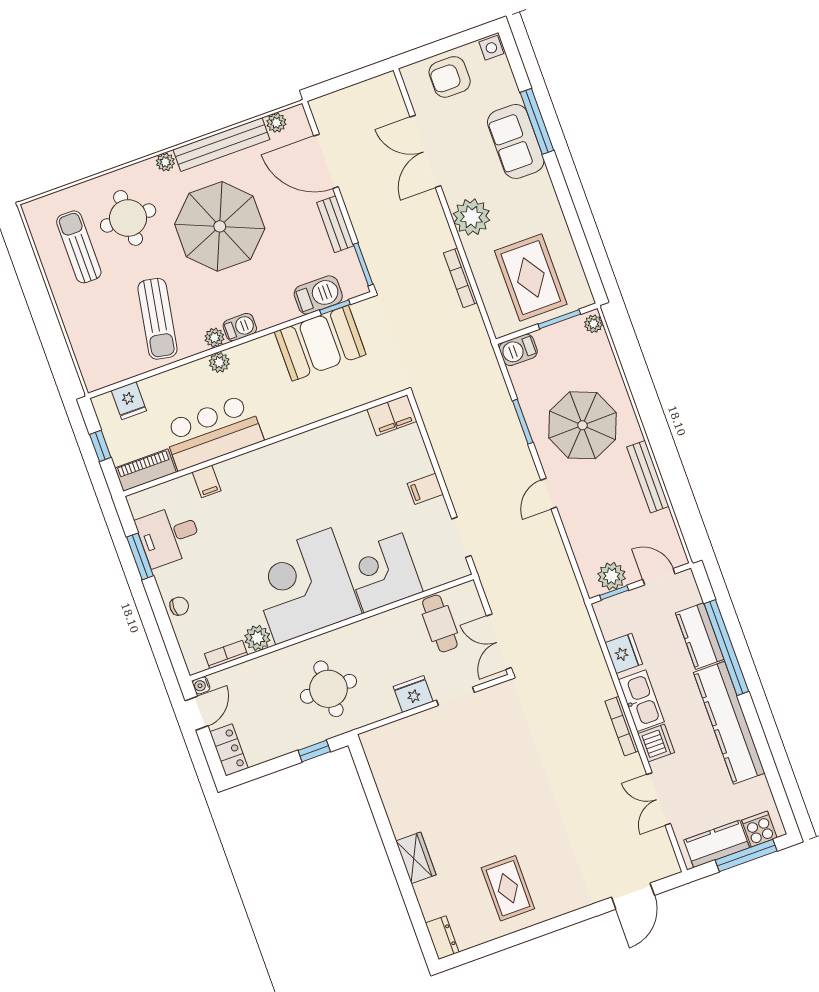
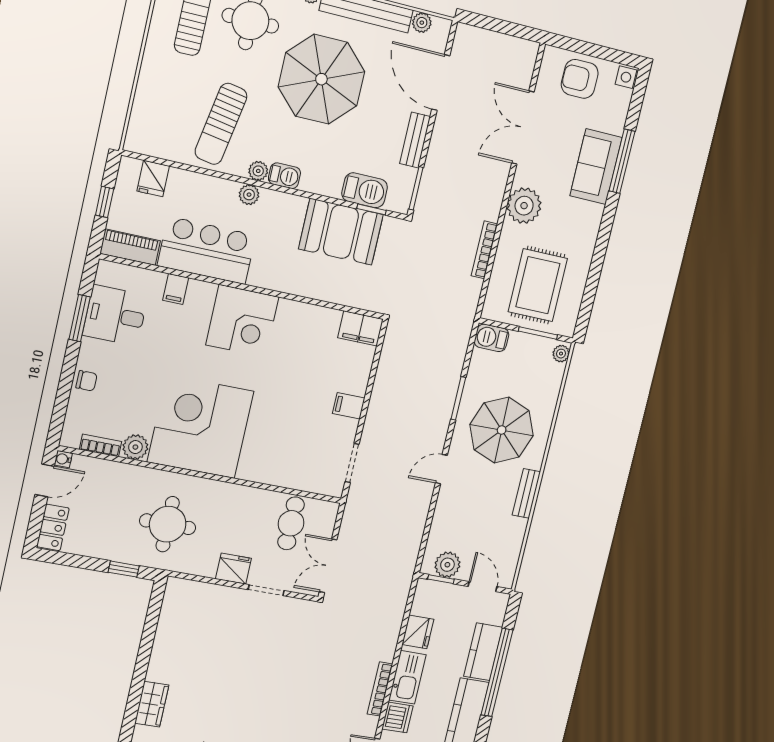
bench: (648, 477) -> (526, 493), width x0.73
corner desk: (383, 573) -> (242, 321), moved, turned 180

